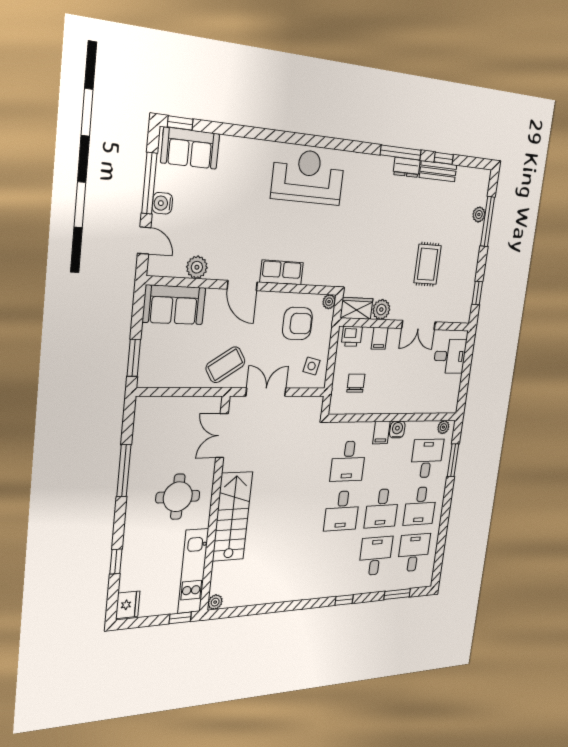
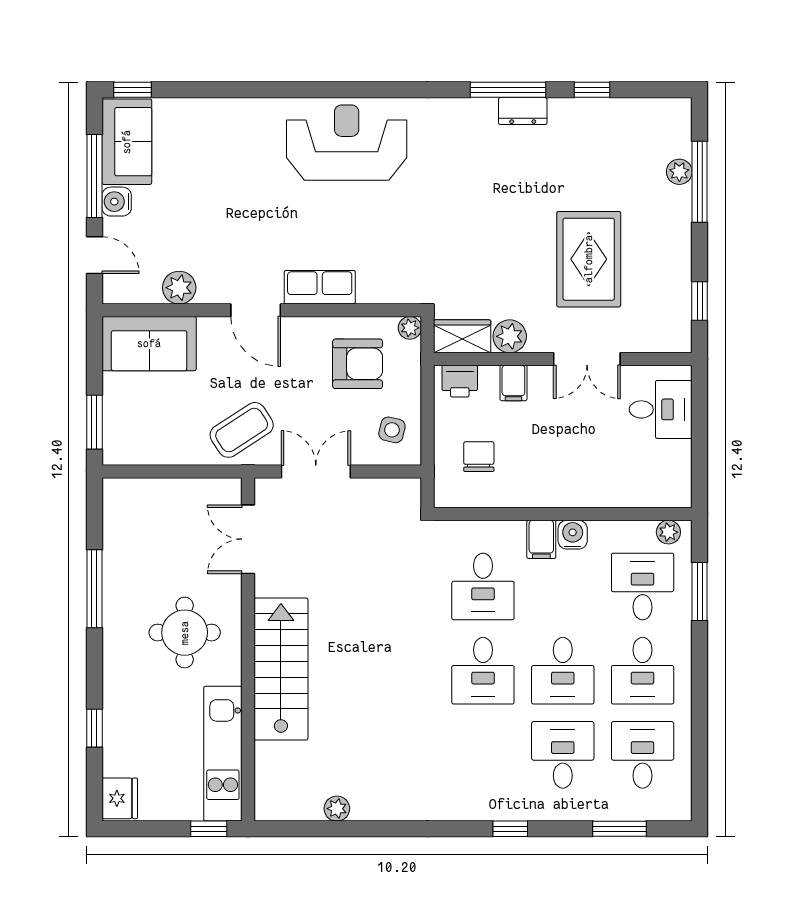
sofa: (190, 148) -> (127, 142), moved, turned -90
bench: (438, 171) -> (584, 111), removed
rug: (428, 264) -> (589, 259), width x1.36, depth x1.43
plant: (215, 602) -> (337, 809), moved

